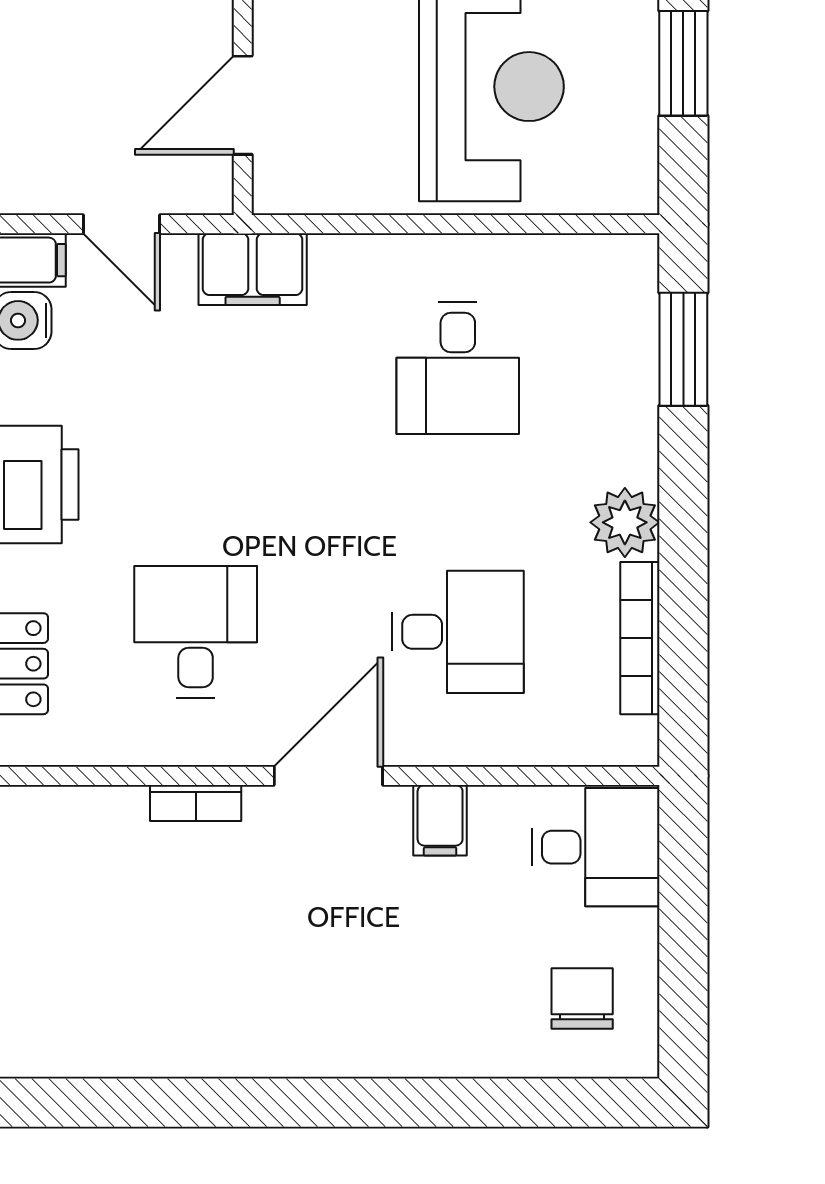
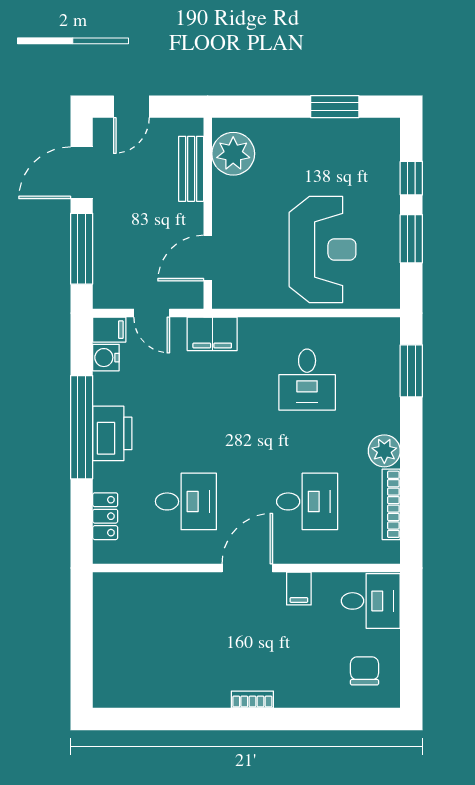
desk: (196, 632) -> (186, 501), turned 90
bookcase: (196, 803) -> (252, 699), moved, turned 180

